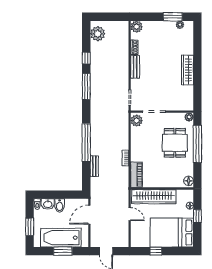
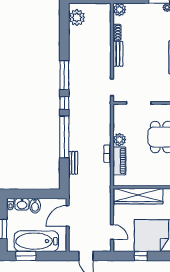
window: (86, 58) -> (64, 103), moved
plant: (137, 121) -> (120, 140), moved
piano: (136, 175) -> (119, 161), moved
door: (130, 214) -> (112, 232), moved
window: (63, 251) -> (26, 256), moved

